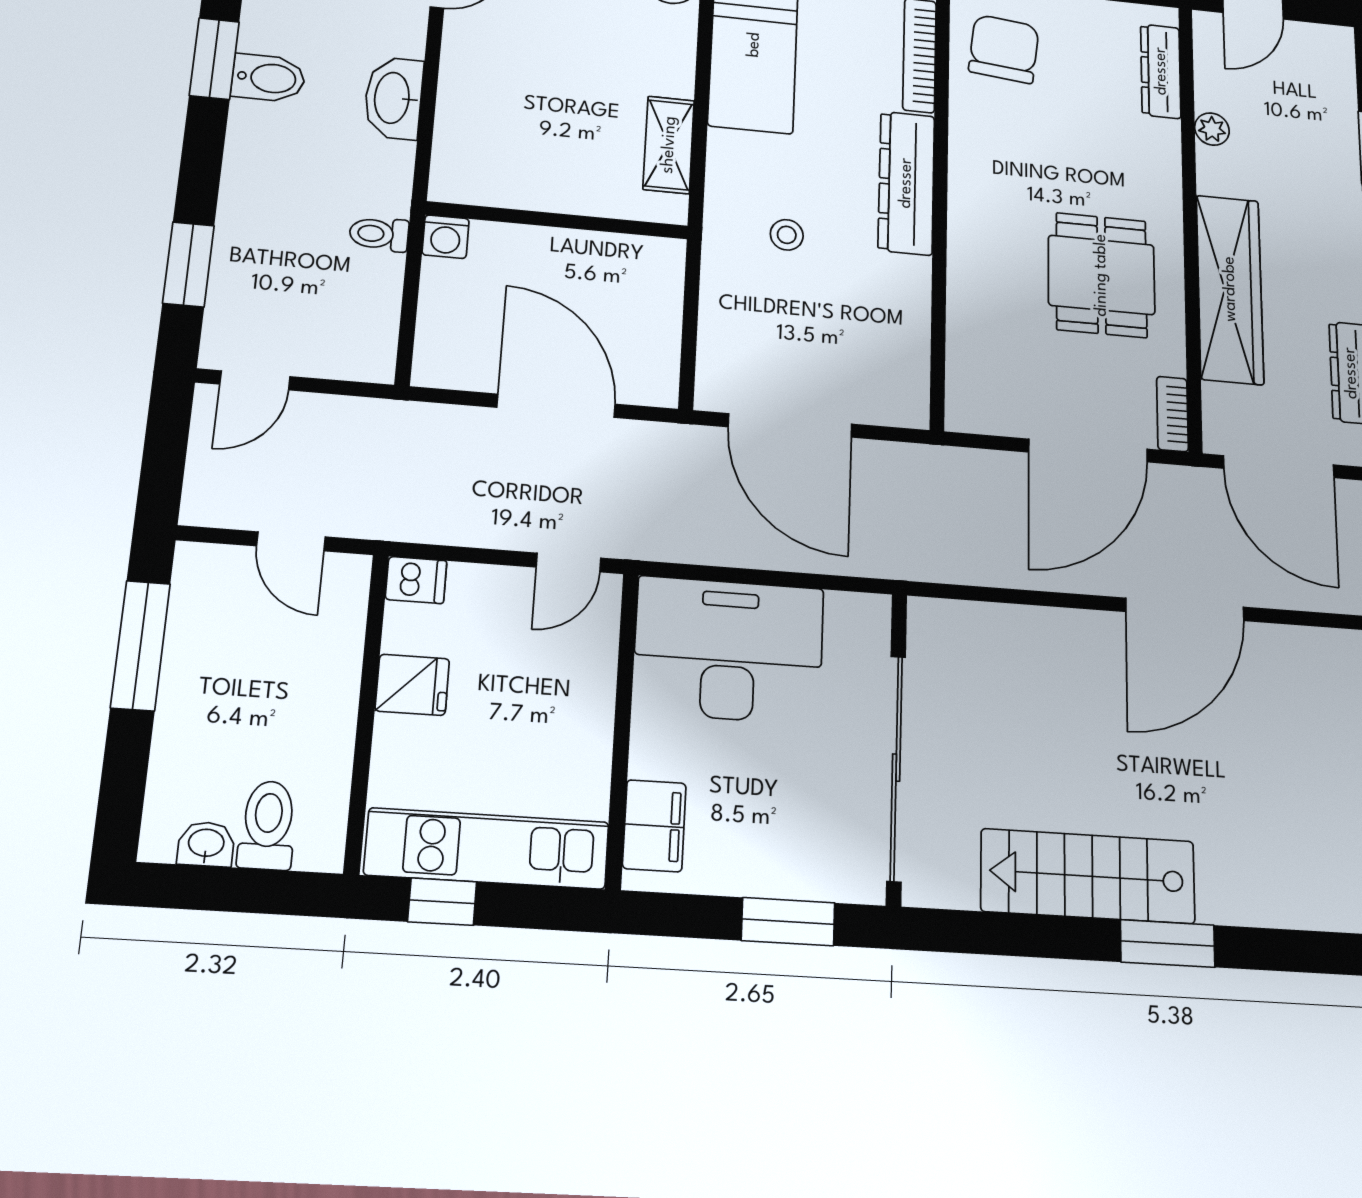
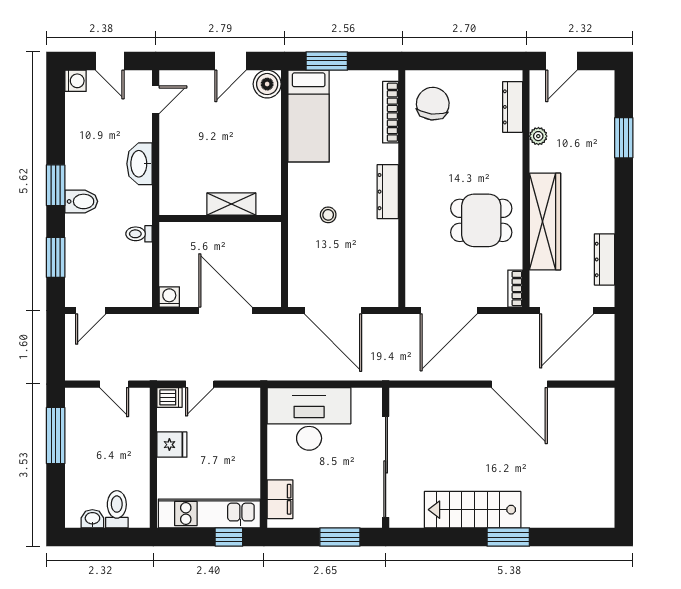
window: (214, 59) -> (56, 185), moved
bidet: (268, 78) -> (81, 201), moved
shelving: (669, 145) -> (231, 204), moved, turned 90
dresser: (906, 183) -> (388, 192), width x0.73, depth x0.80
washing machine: (446, 237) -> (169, 297), moved, turned 180
dining table: (1101, 275) -> (481, 220), turned 90
door: (1088, 451) -> (449, 310), moved
door: (1279, 467) -> (567, 310), hinge flipped
door: (568, 563) -> (200, 384), moved
door: (1185, 609) -> (519, 384), hinge flipped
window: (442, 902) -> (229, 537), moved

